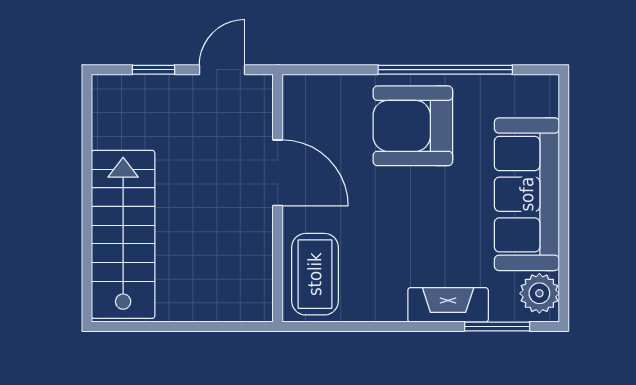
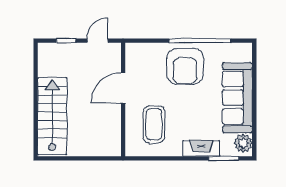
armchair: (413, 126) -> (185, 66), turned -90
door: (278, 173) -> (123, 88), swing flipped
coffee table: (315, 274) -> (154, 124), moved

